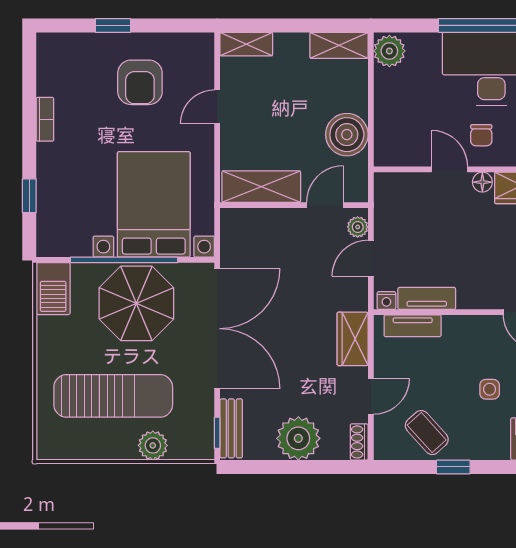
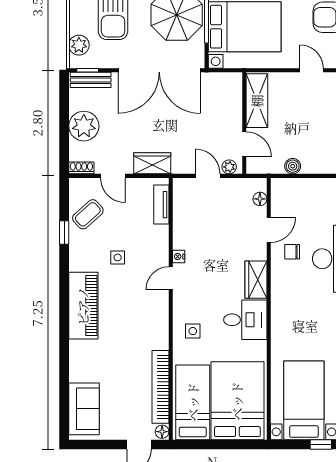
boiler: (347, 135) -> (293, 166), width x0.54, depth x0.54
floor lamp: (482, 182) -> (260, 199), moved
tv unit: (427, 298) -> (180, 214), removed
nightstand: (386, 300) -> (179, 256), moved
plant: (153, 445) -> (79, 45), moved

